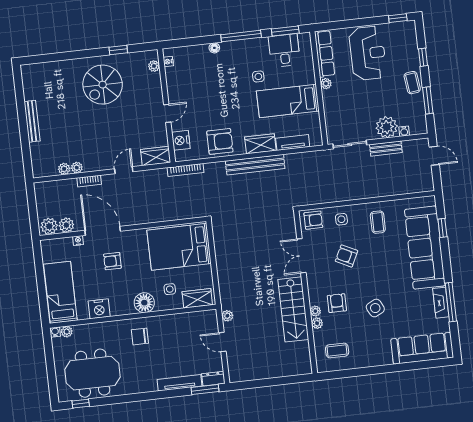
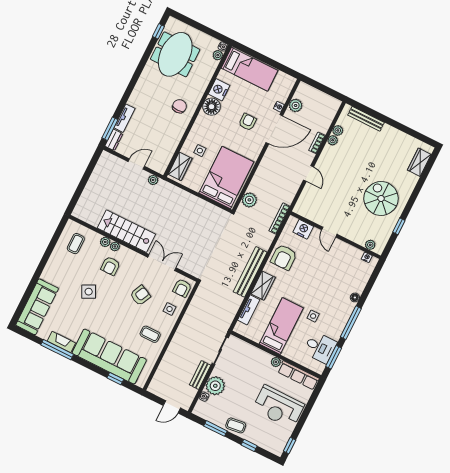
bench: (32, 121) -> (366, 119), moved
wardrobe: (156, 156) -> (419, 162), moved, turned 180
plant: (49, 226) -> (249, 200), moved
floor lamp: (144, 303) -> (212, 107), moved
armchair: (337, 303) -> (110, 266), turned 90
tv unit: (179, 383) -> (124, 118), width x0.71

